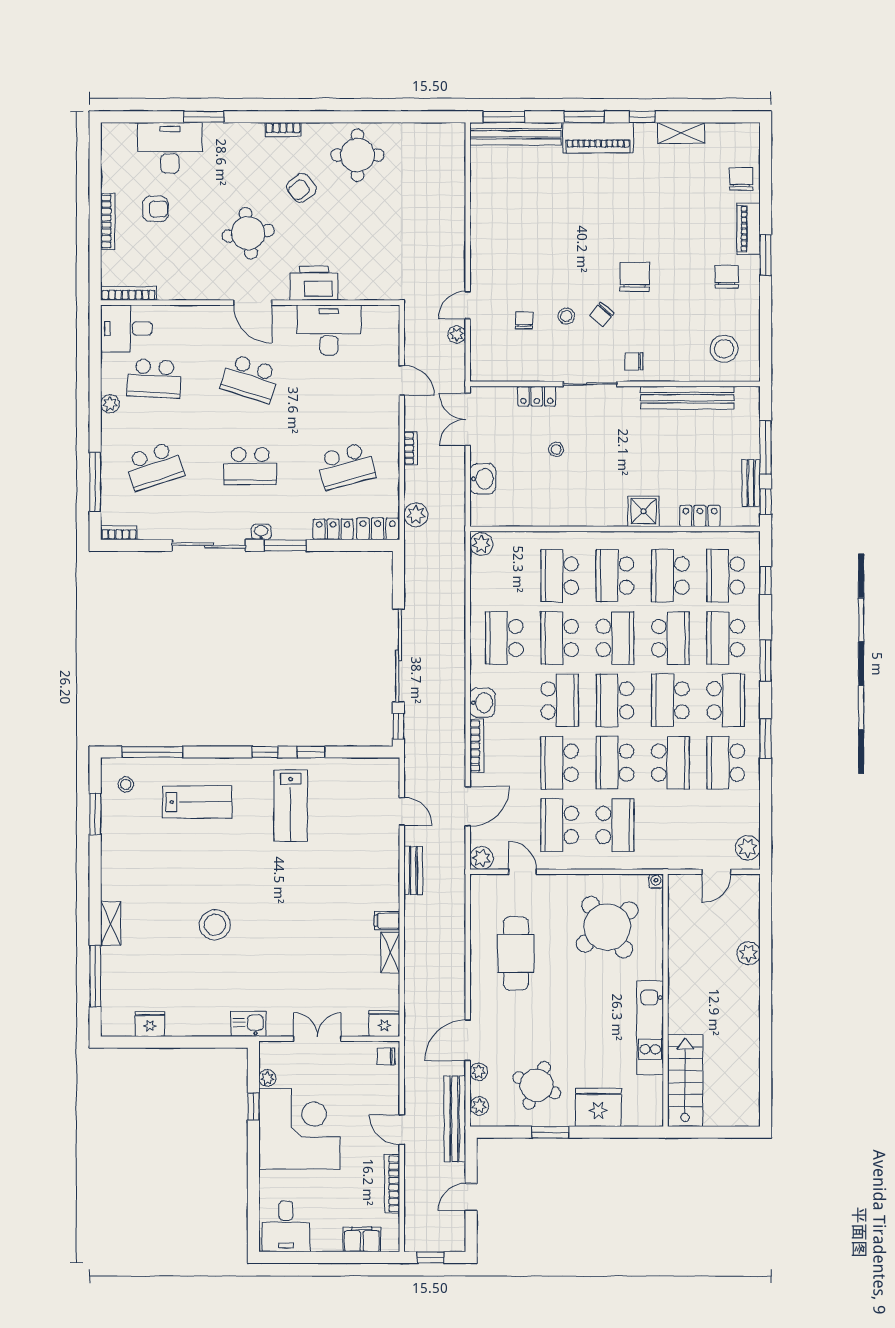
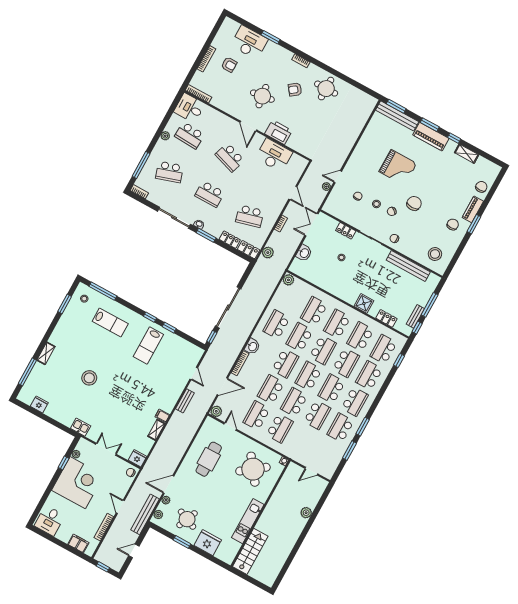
grand piano: (569, 228) -> (398, 167), added
window: (766, 661) -> (349, 451), moved
plant: (748, 848) -> (330, 468), removed

